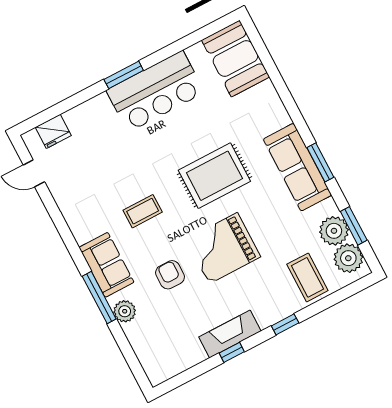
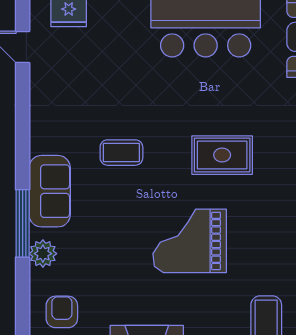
rug: (214, 176) -> (222, 155), width x0.73, depth x0.70
armchair: (170, 275) -> (62, 312), moved

